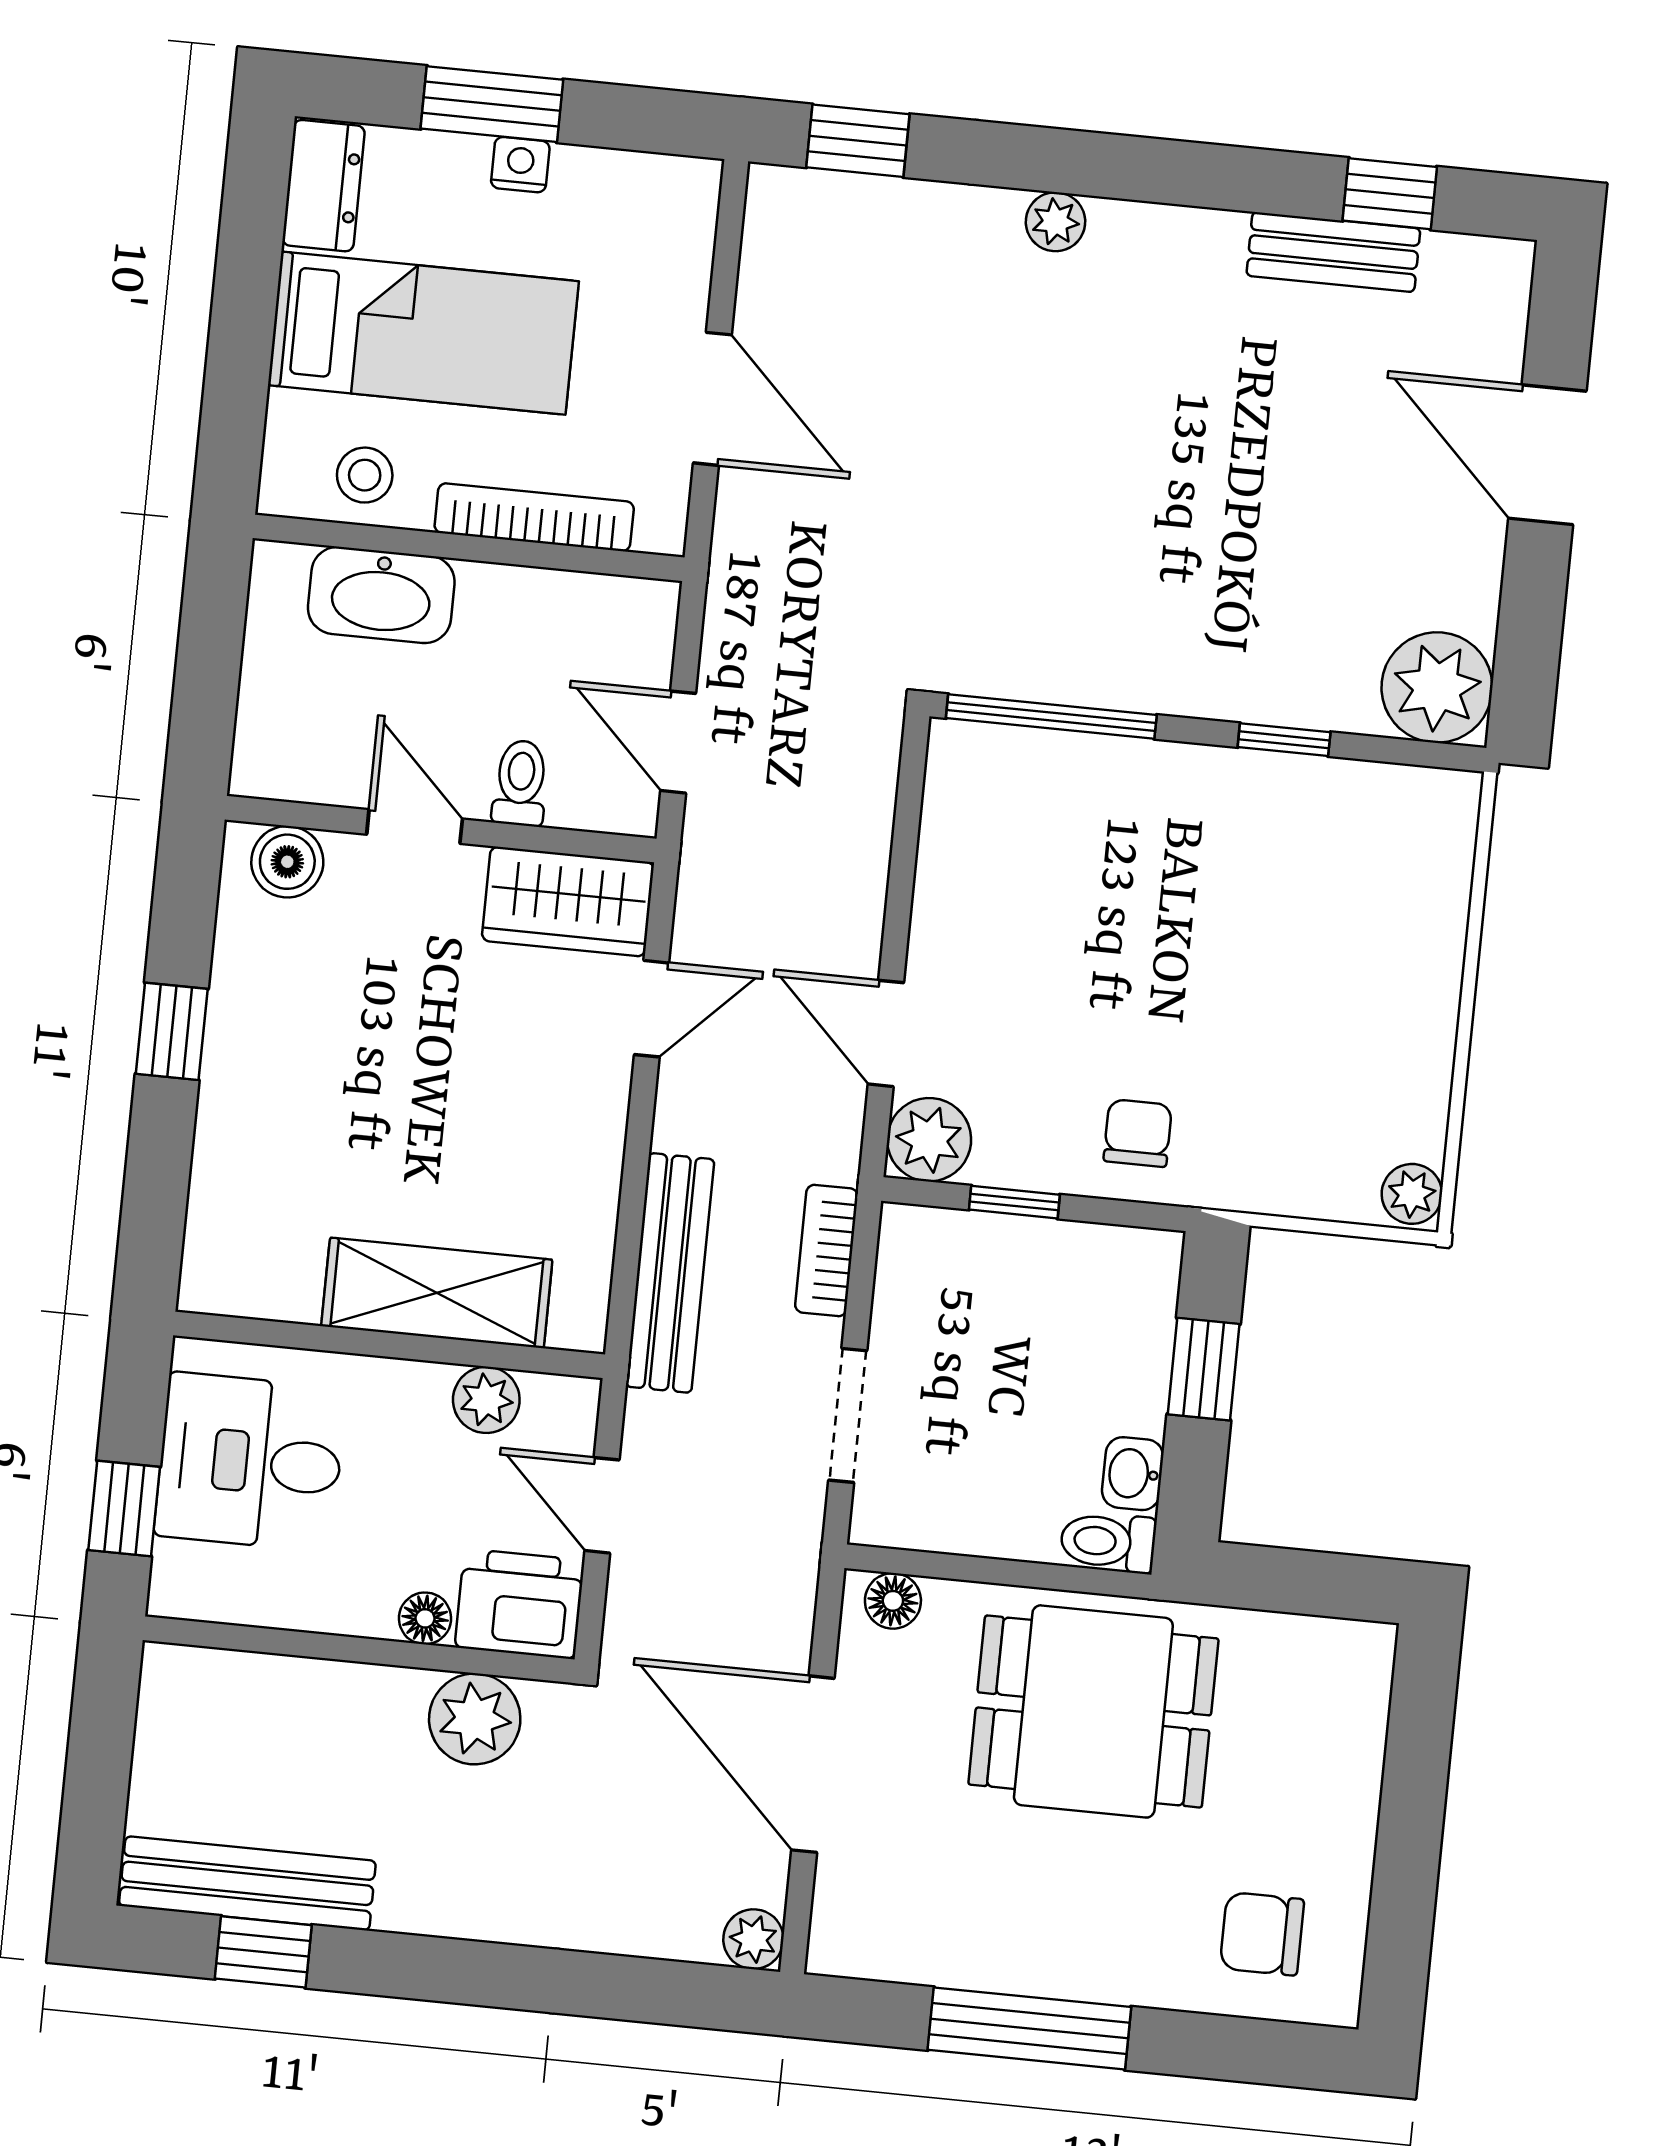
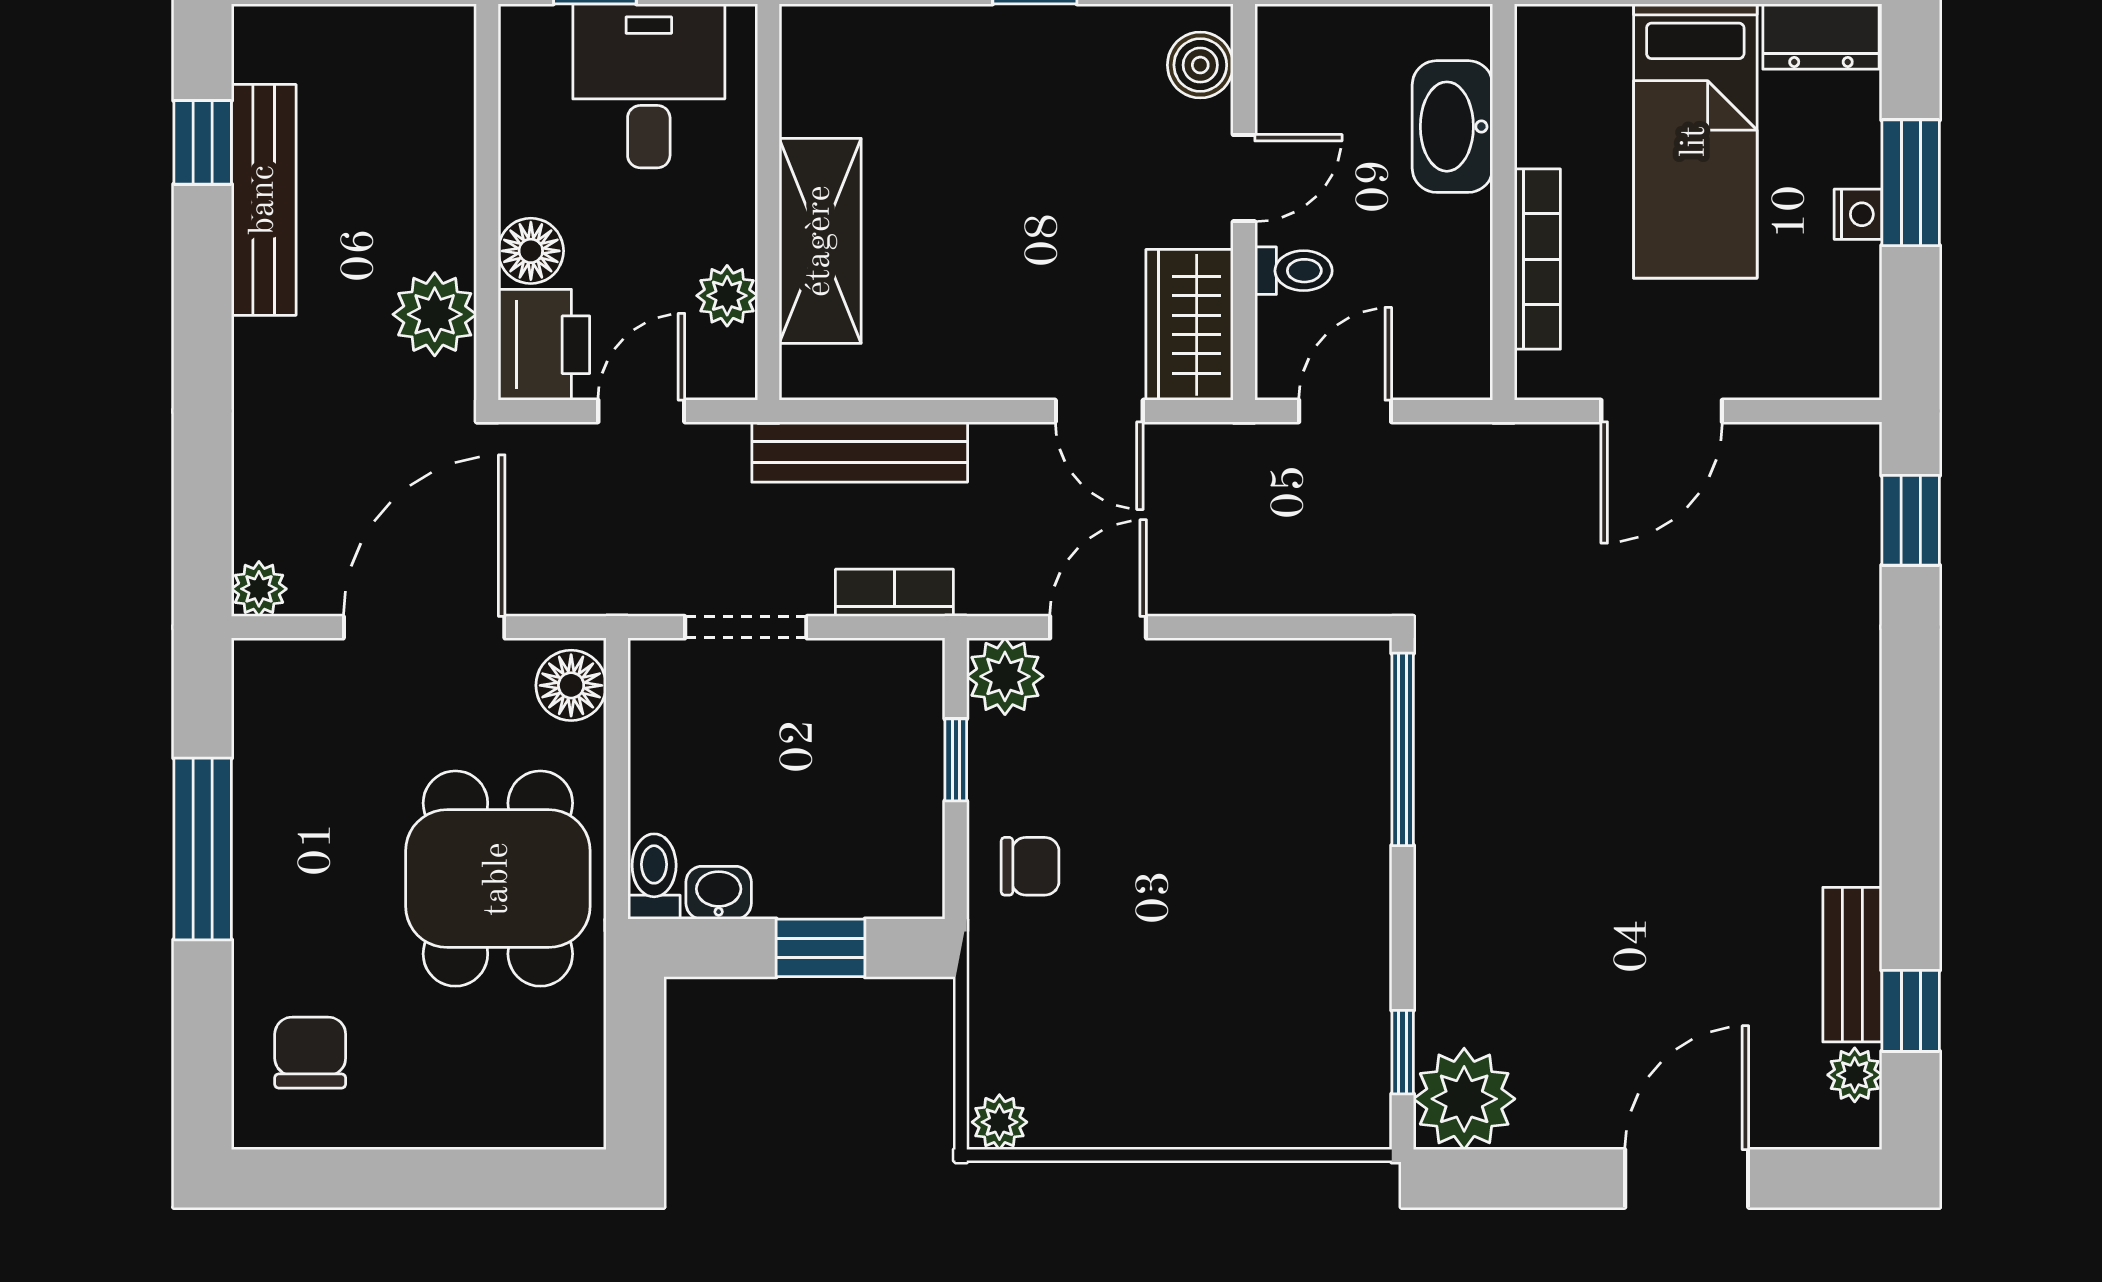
plant: (1055, 222) -> (1855, 1075), moved
stool: (365, 475) -> (1560, 100), removed
window: (1284, 740) -> (1403, 1052), moved
floor lamp: (893, 1601) -> (571, 685), width x1.37, depth x1.37
floor lamp: (425, 1618) -> (531, 251), width x1.37, depth x1.37
bench: (247, 1883) -> (264, 200), moved

